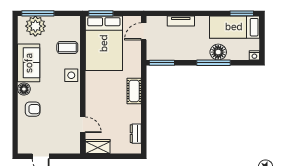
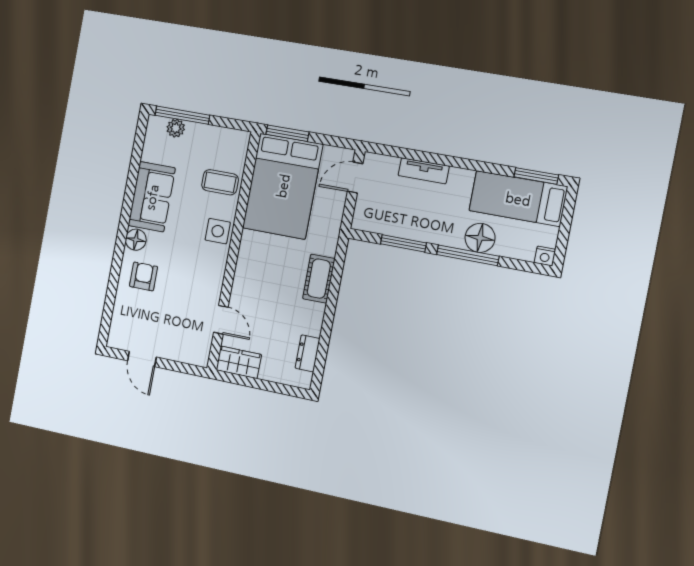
plant: (35, 26) -> (176, 128), width x0.53, depth x0.53
window: (162, 63) -> (403, 243), moved
armchair: (33, 109) -> (144, 276), turned -90

